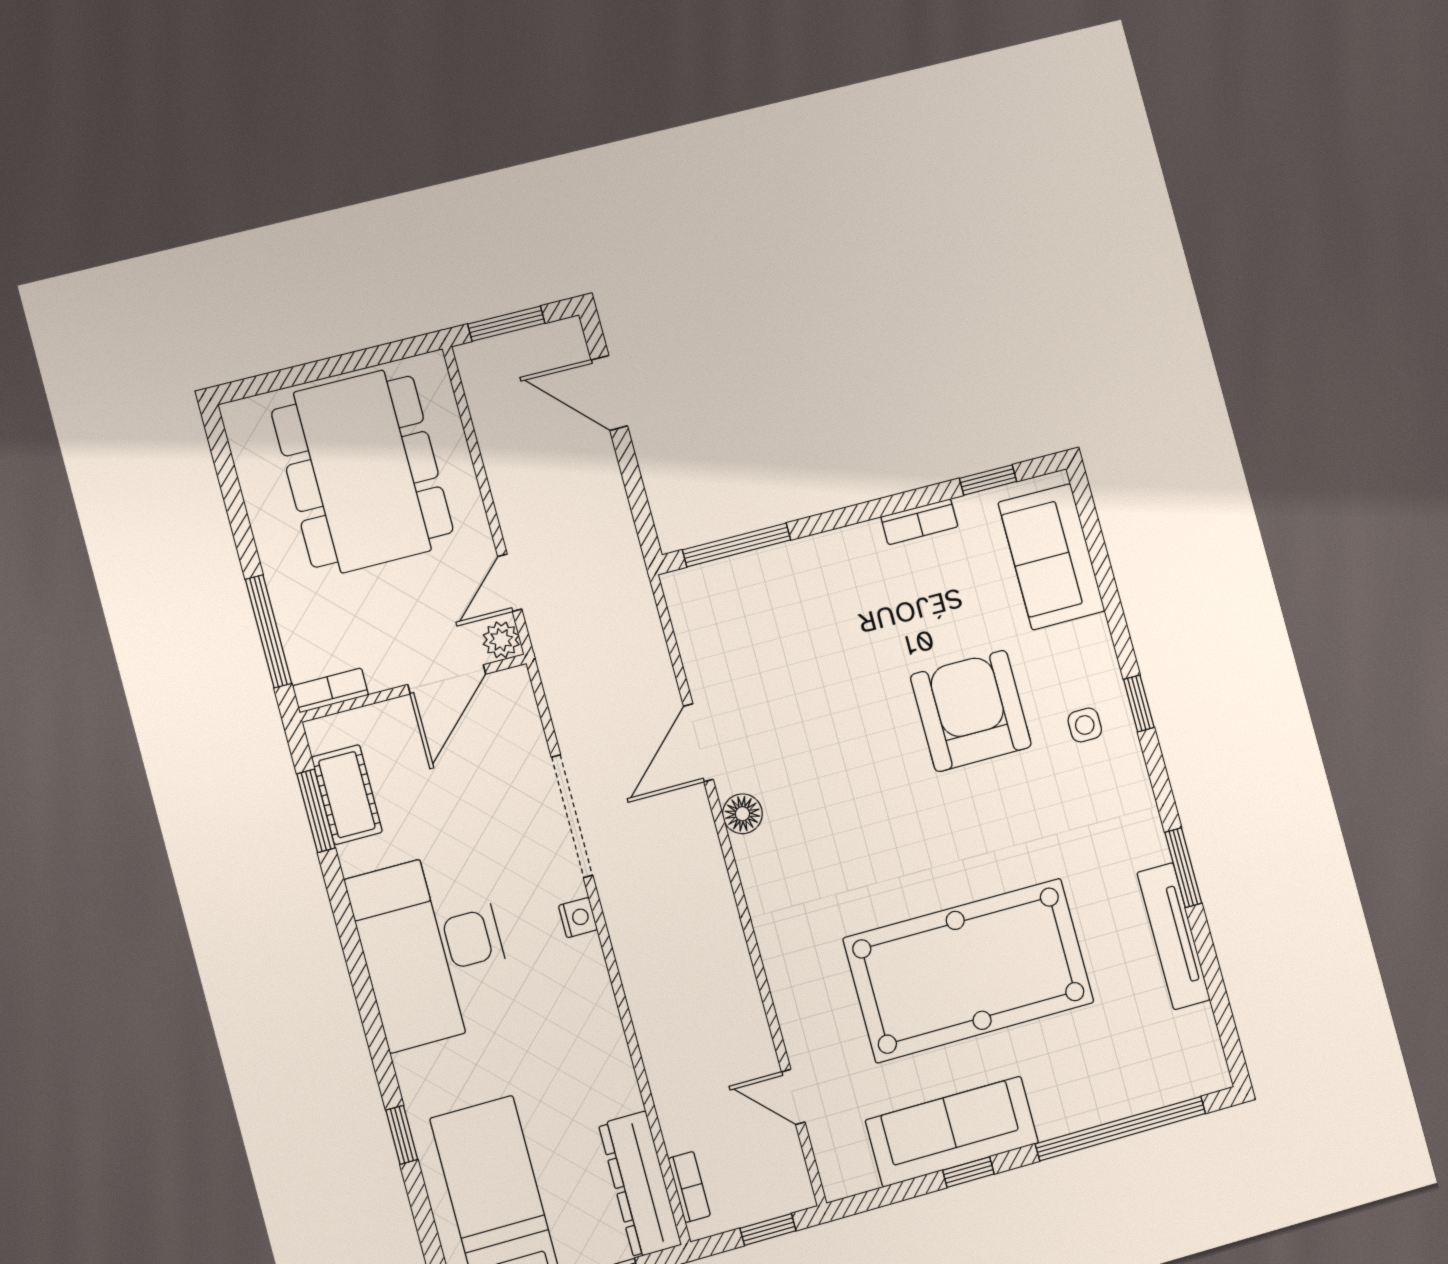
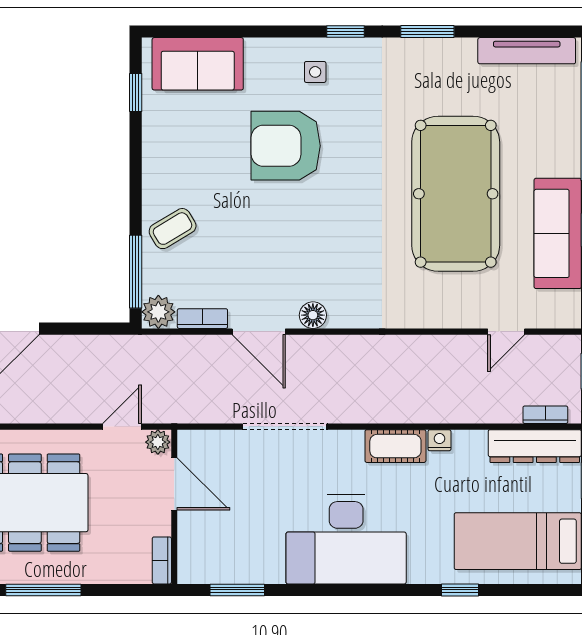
bookcase: (919, 522) -> (202, 319), moved, turned -90
coffee table: (812, 581) -> (173, 229), added
door: (510, 583) -> (122, 427), swing flipped
plant: (688, 592) -> (158, 312), added
window: (268, 631) -> (43, 590), moved
window: (1139, 703) -> (345, 32), moved
cot: (347, 795) -> (395, 446), moved
nightstand: (578, 918) -> (439, 440), moved
tv unit: (1173, 936) -> (527, 51), moved

